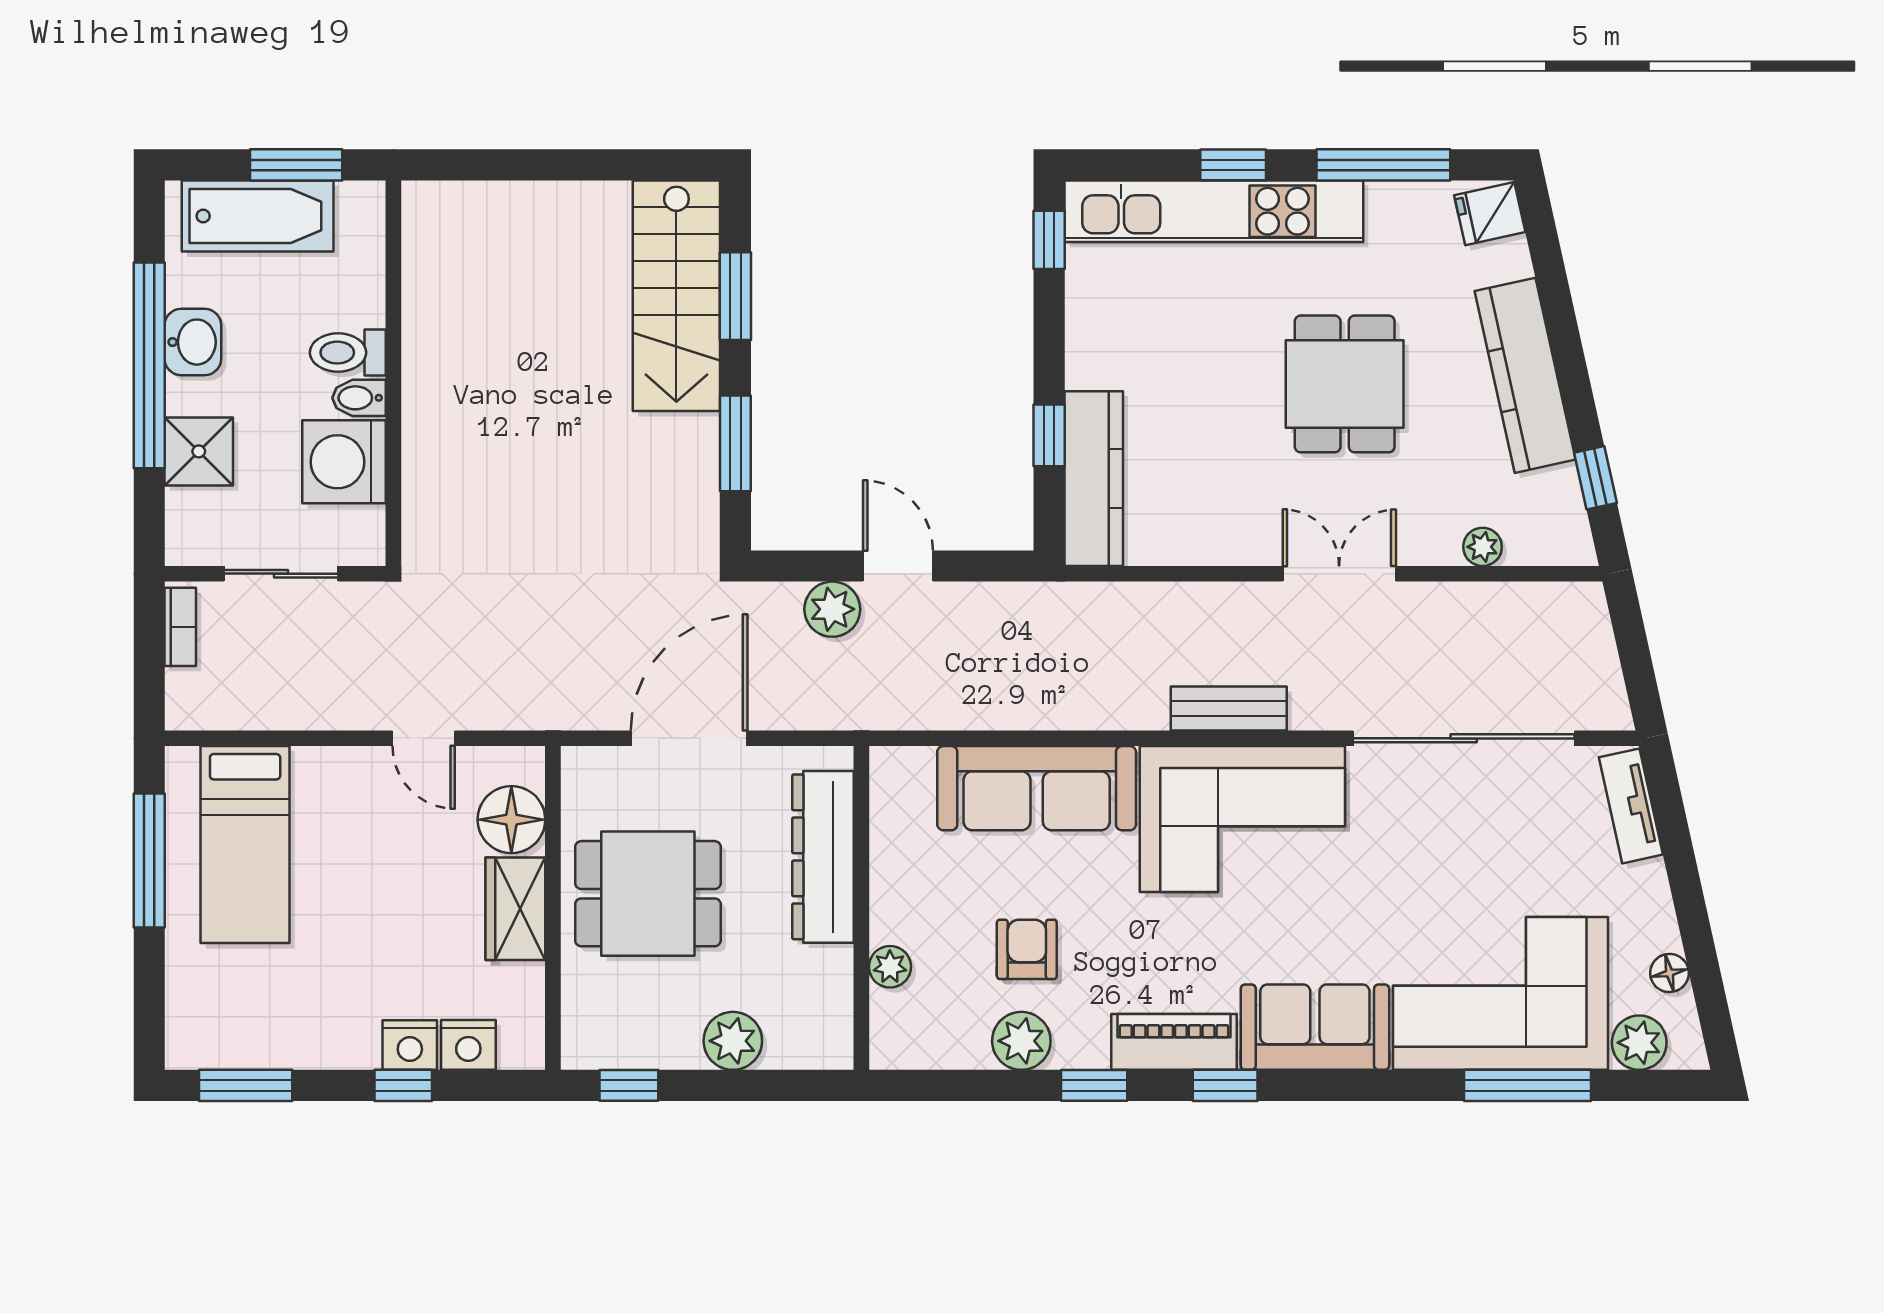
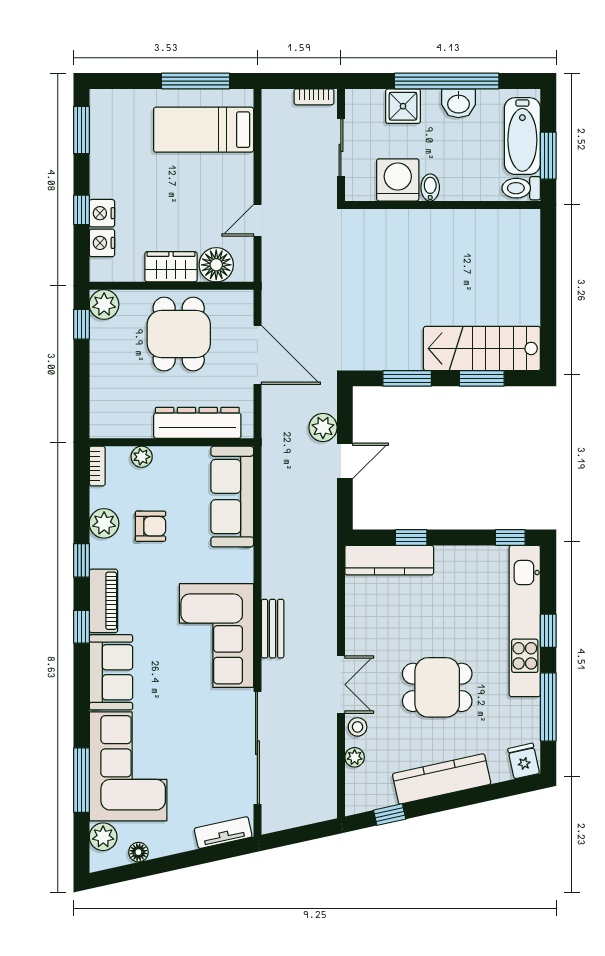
toilet: (348, 353) -> (521, 188), moved, turned -90
stool: (1423, 541) -> (358, 727), added
sofa: (1037, 788) -> (232, 497), moved
plant: (733, 1041) -> (104, 304), moved
bookcase: (908, 1054) -> (97, 466), added

